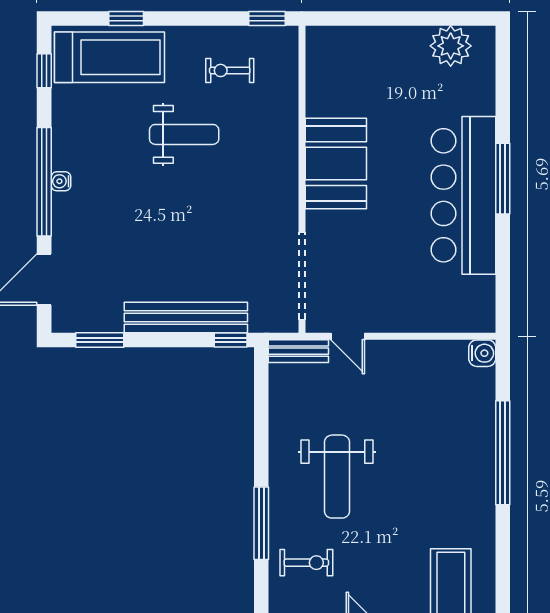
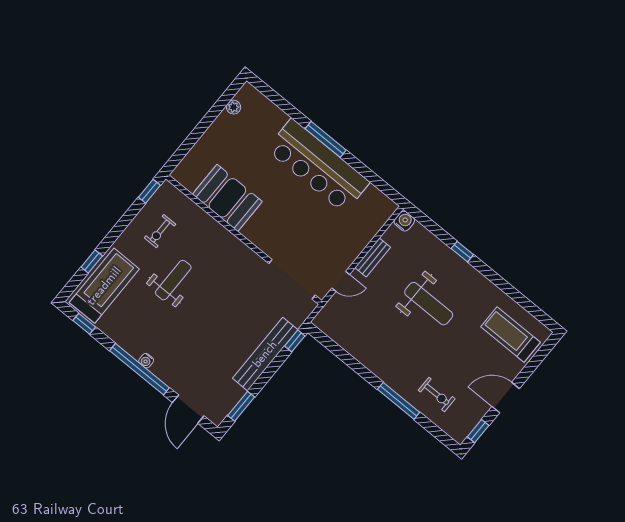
plant: (451, 46) -> (234, 107), width x0.53, depth x0.53
booth: (336, 164) -> (227, 198), moved
bench: (298, 351) -> (373, 257), moved
window: (503, 453) -> (462, 252), width x0.32
weight bench: (337, 477) -> (429, 304), moved
exercise bike: (306, 563) -> (437, 394), turned 90

